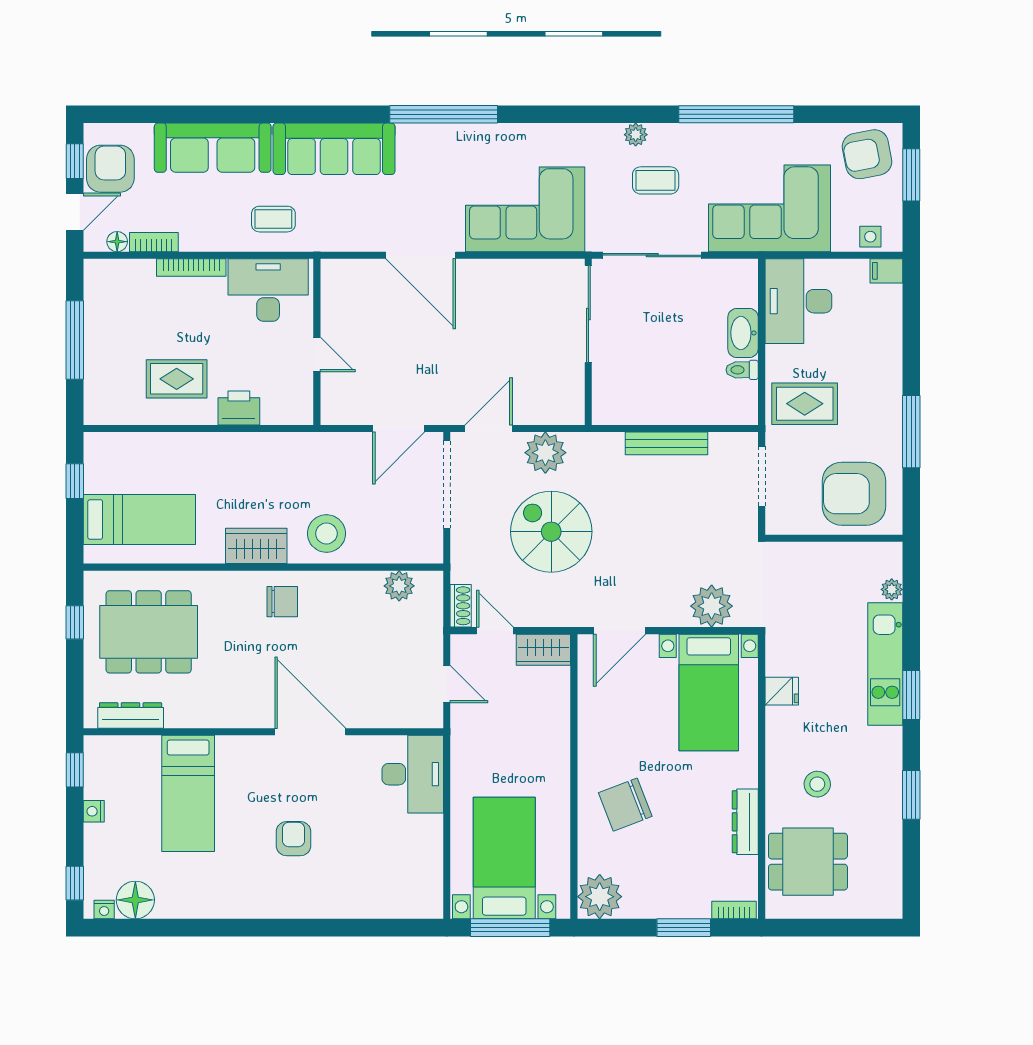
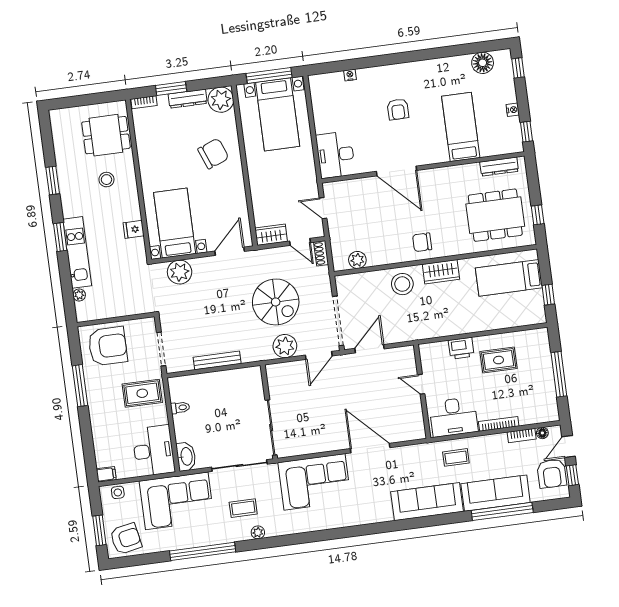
window: (444, 114) -> (502, 511), moved
washbasin: (743, 333) -> (186, 456), moved
dresser: (745, 822) -> (188, 99), moved, turned 90
nightstand: (104, 909) -> (350, 75), moved

